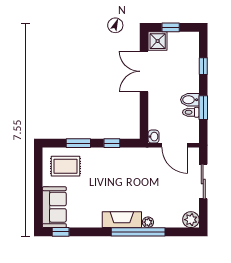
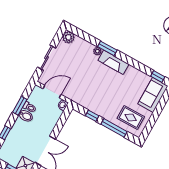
window: (78, 143) -> (114, 128), width x1.44
door: (175, 145) -> (52, 92), hinge flipped
window: (138, 232) -> (107, 48), width x0.47

